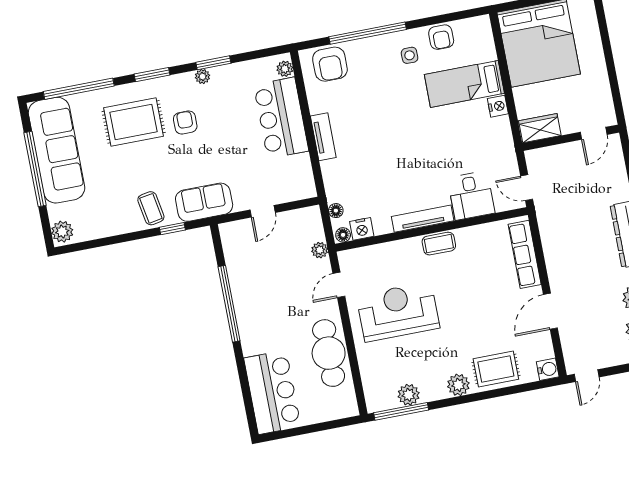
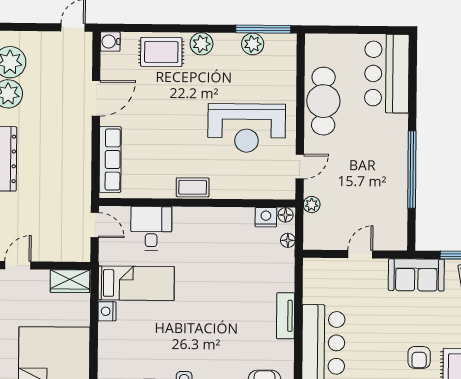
bed: (464, 84) -> (136, 283), moved
tv unit: (423, 219) -> (204, 215), removed

